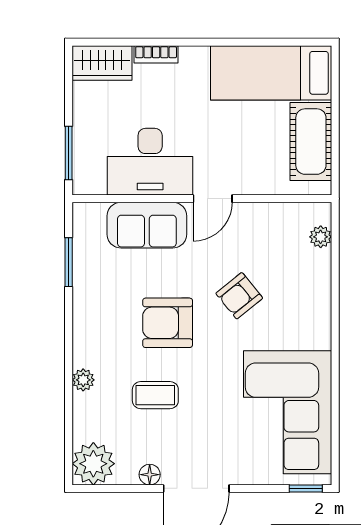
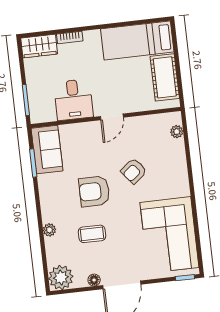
desk: (150, 162) -> (73, 100), width x0.73
sofa: (147, 225) -> (47, 150), moved, turned -90

